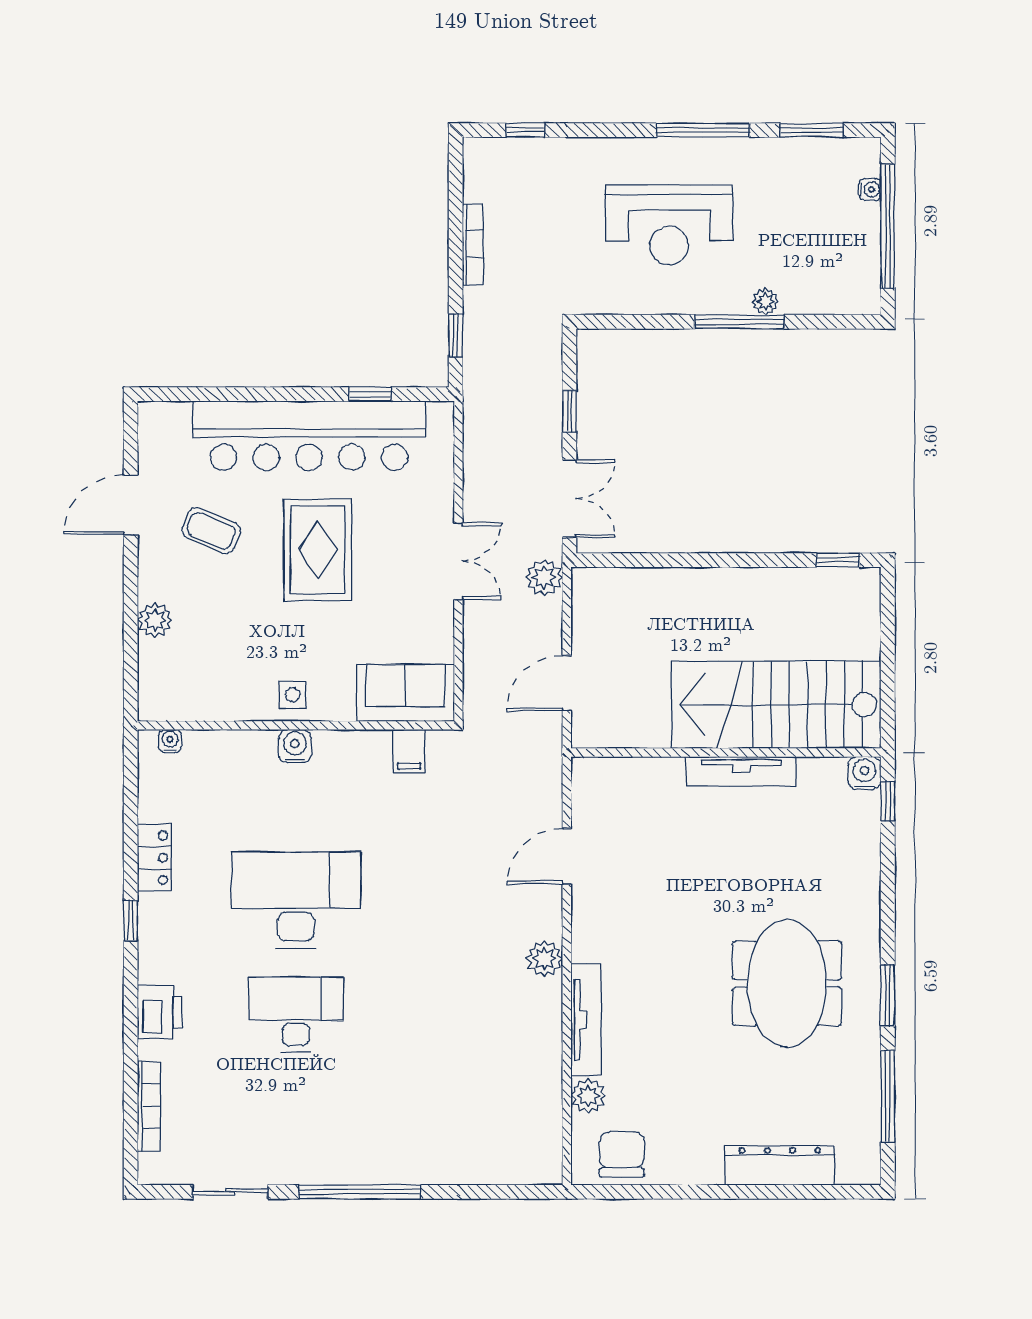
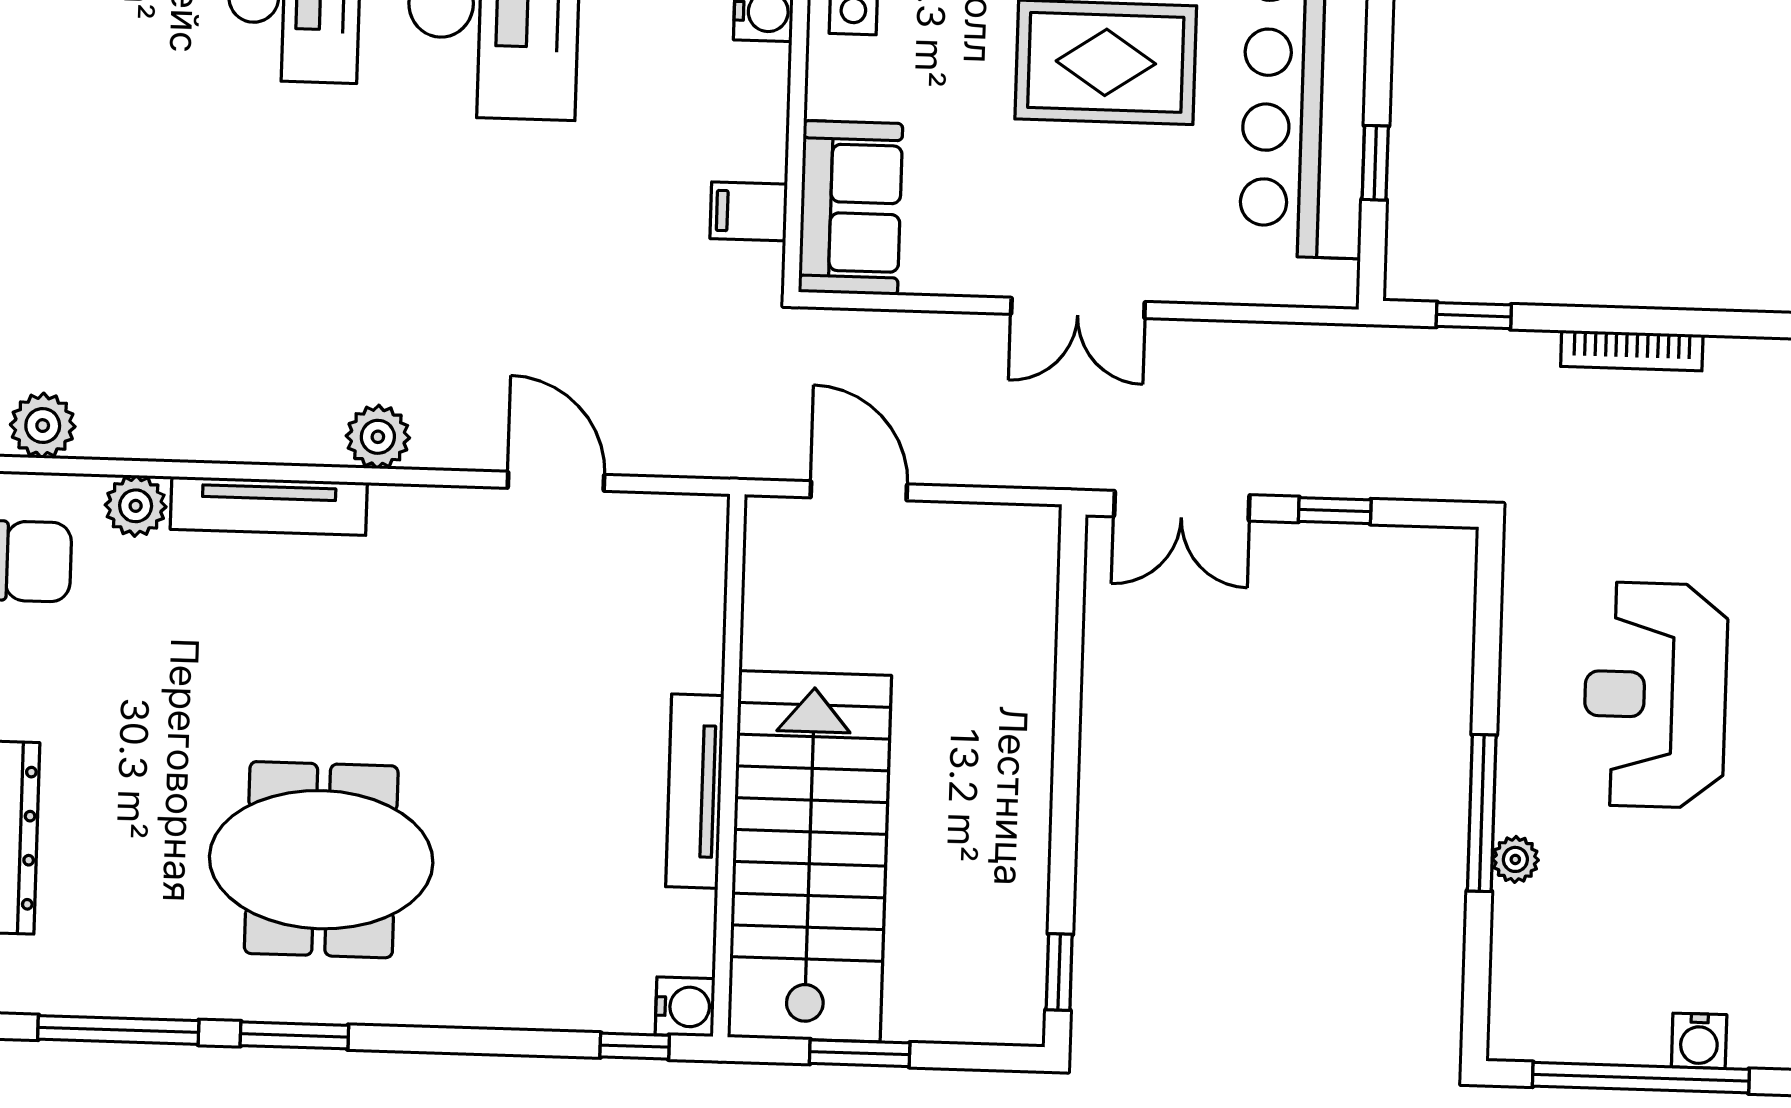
water cooler: (870, 189) -> (1699, 1041), width x1.38, depth x1.38
plant: (544, 577) -> (43, 426), moved
window: (888, 673) -> (860, 1053), added

